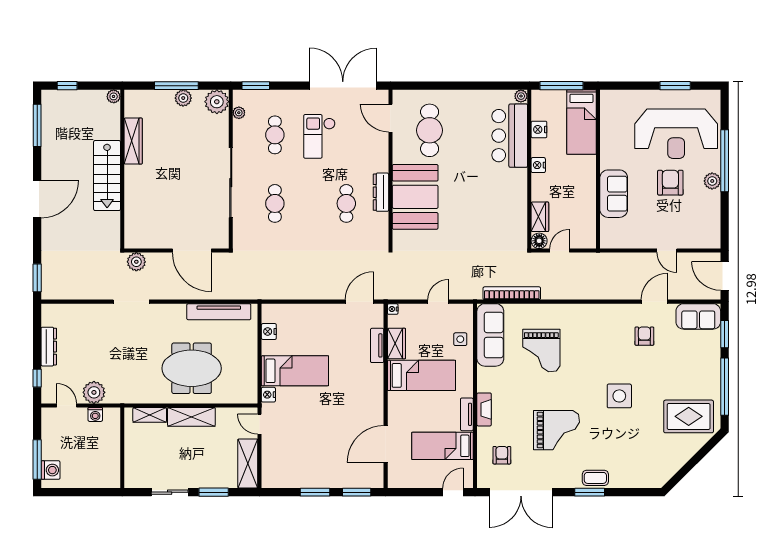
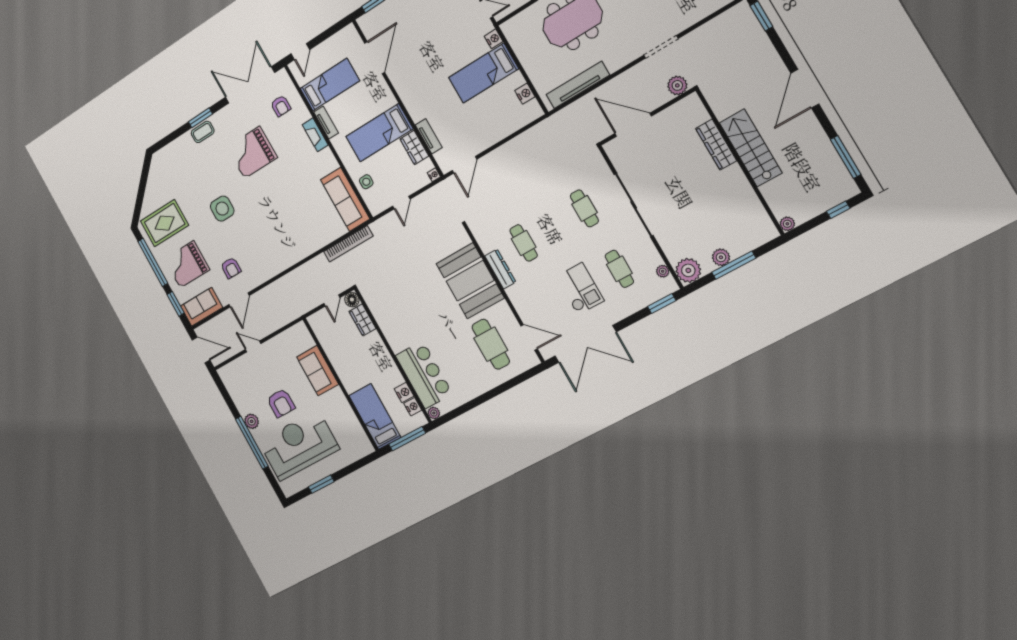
wardrobe: (133, 141) -> (716, 145), moved
nightstand: (538, 165) -> (413, 407), moved
grand piano: (541, 350) -> (187, 264), moved, turned -90

